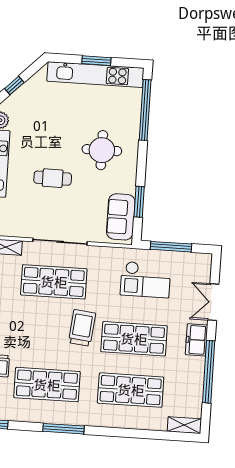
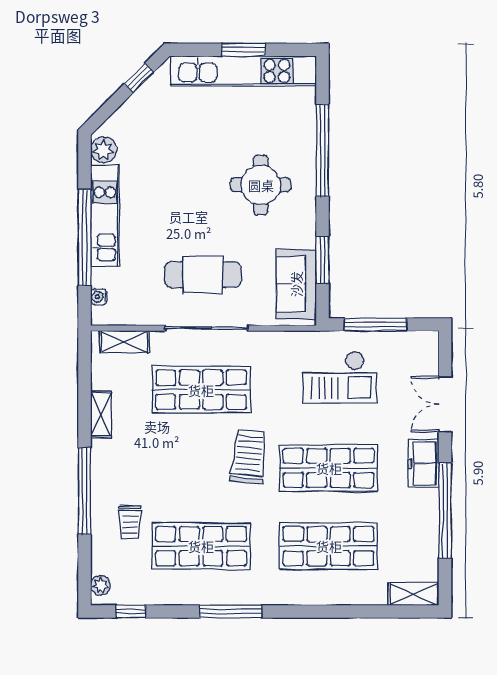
window: (14, 85) -> (139, 78), moved
window: (145, 110) -> (322, 150), moved
cafe table: (53, 178) -> (203, 275), moved, width x1.37, depth x1.35

